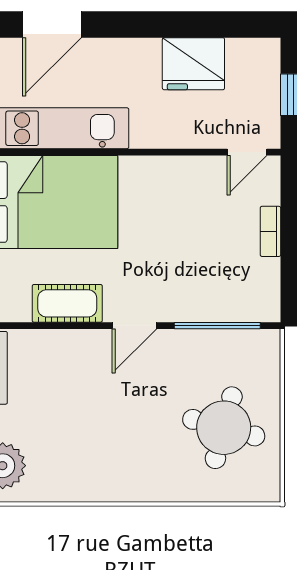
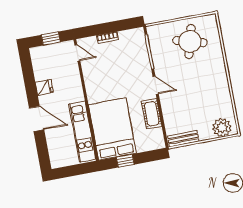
door: (52, 24) -> (37, 119), moved
fridge: (193, 64) -> (44, 87), width x0.53, depth x0.75

